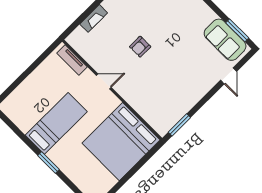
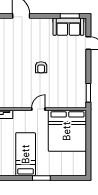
armchair: (140, 47) -> (41, 67), moved
door: (104, 81) -> (38, 109), moved

